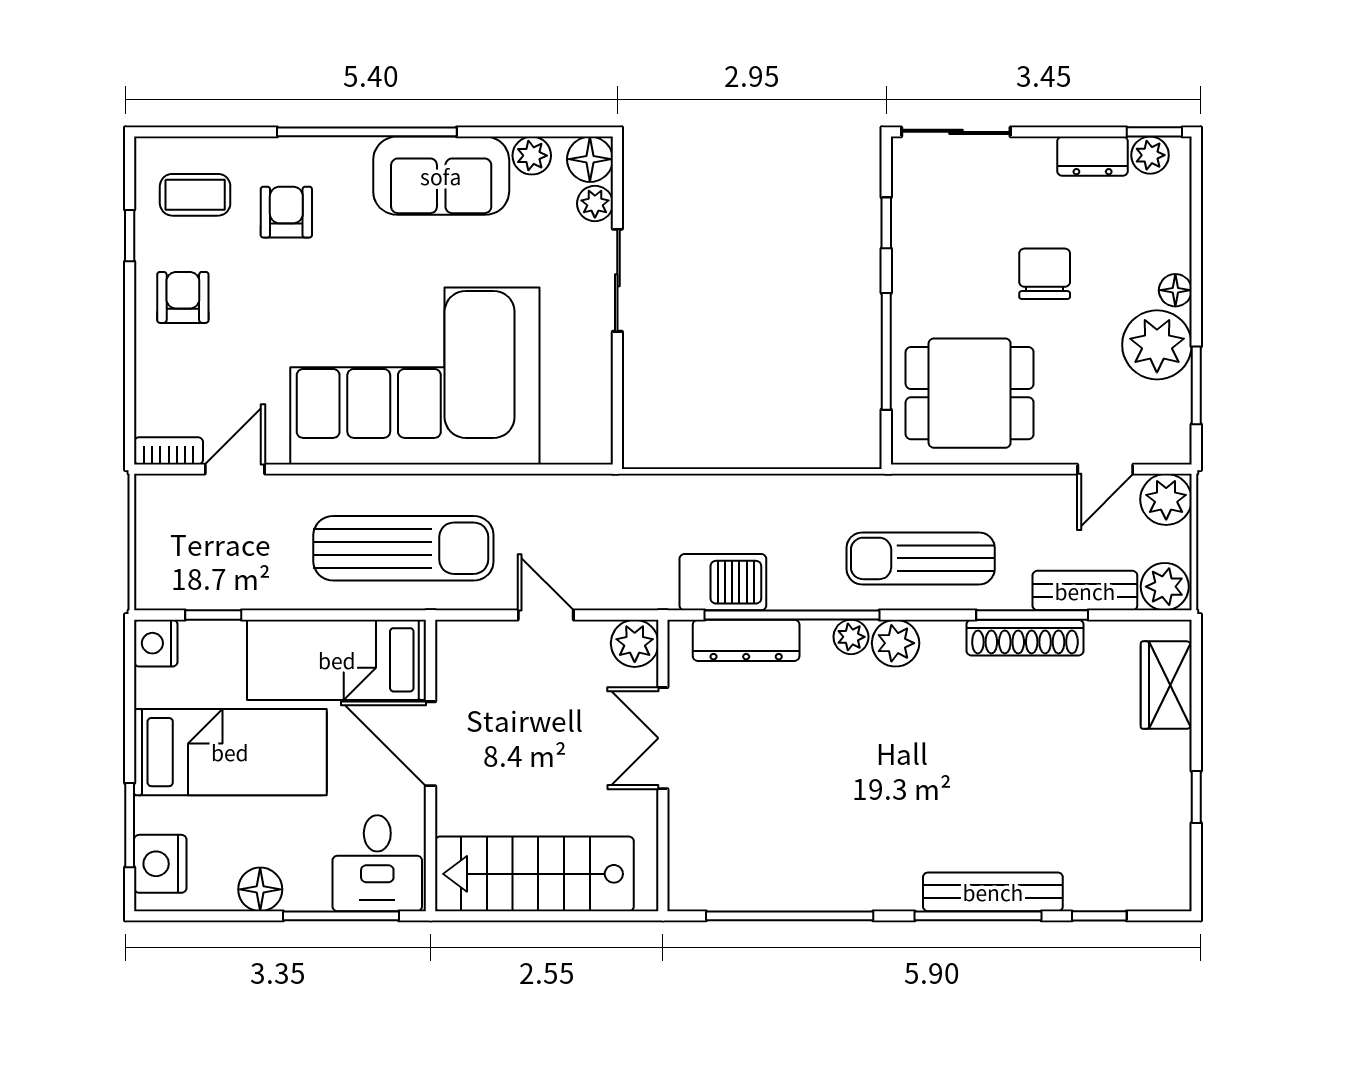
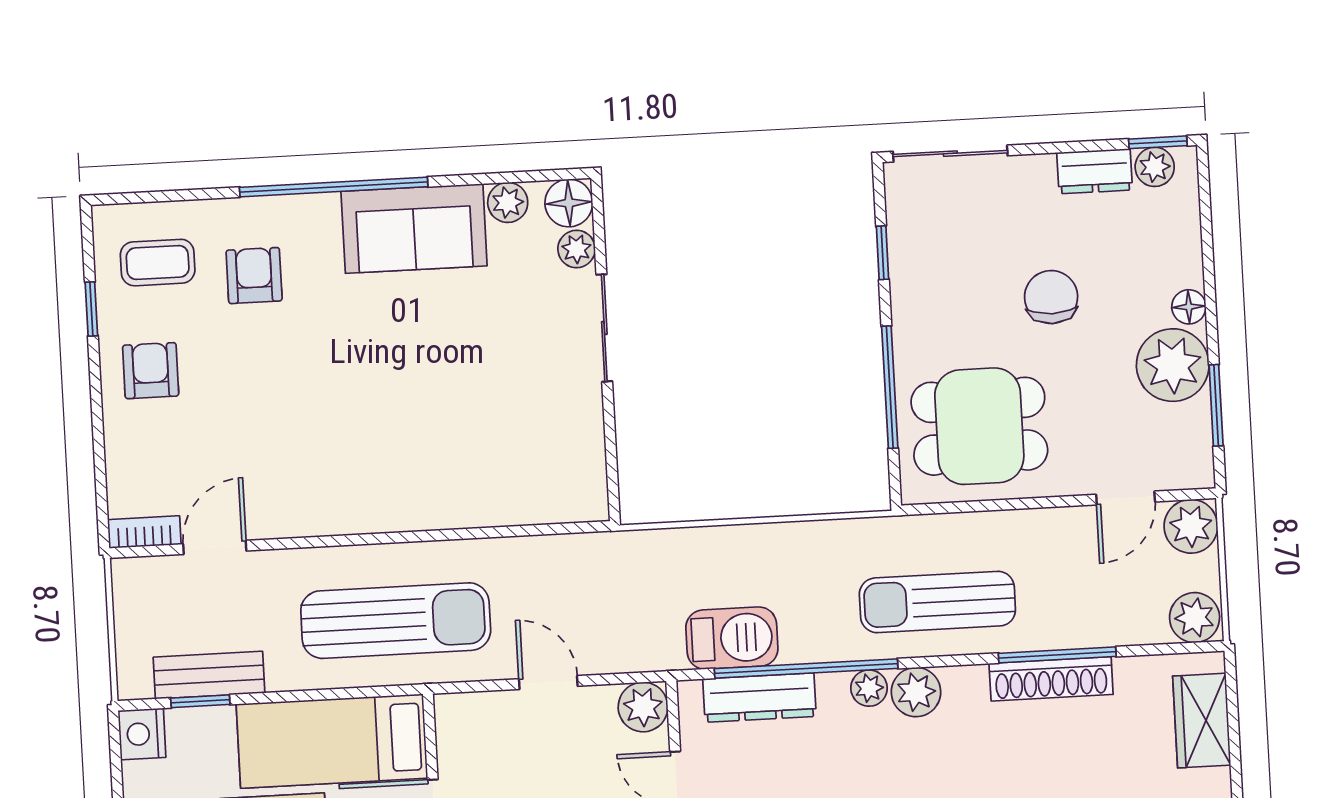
corner sofa: (415, 376) -> (398, 440), removed
bench: (1085, 591) -> (209, 675), moved

